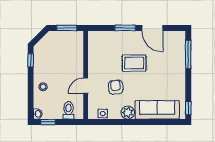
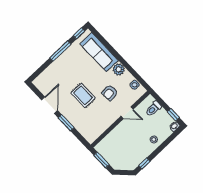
window: (188, 54) -> (60, 51), moved

